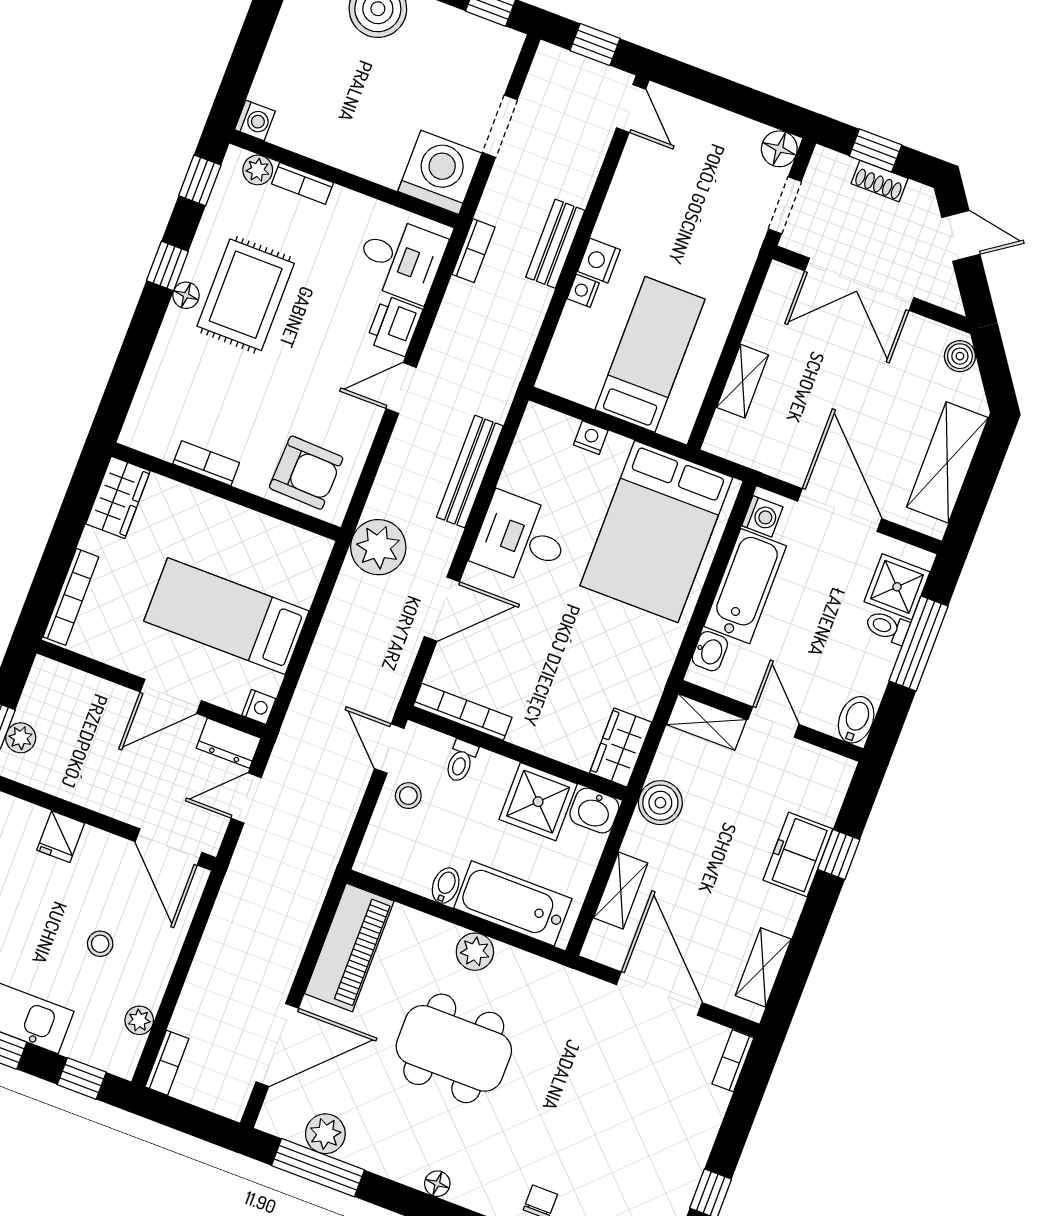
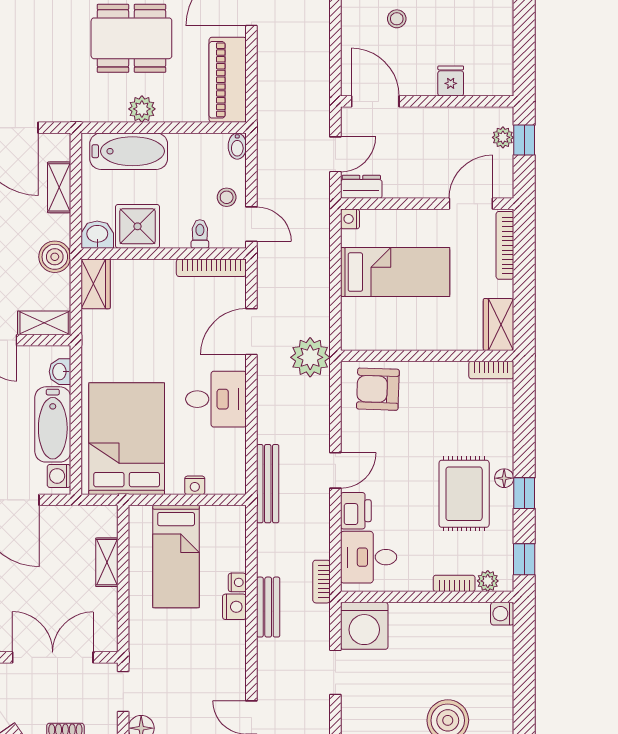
bookcase: (206, 463) -> (491, 370), moved
bench: (470, 472) -> (268, 484), moved
door: (171, 696) -> (471, 204), moved
bidet: (446, 886) -> (237, 146), moved

